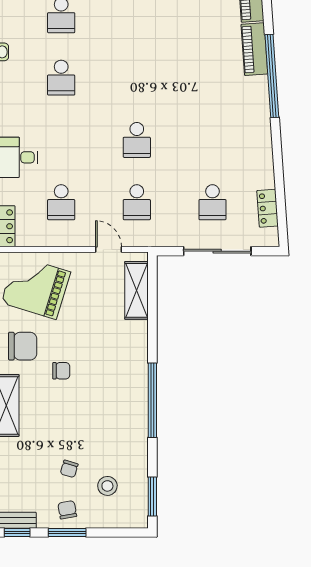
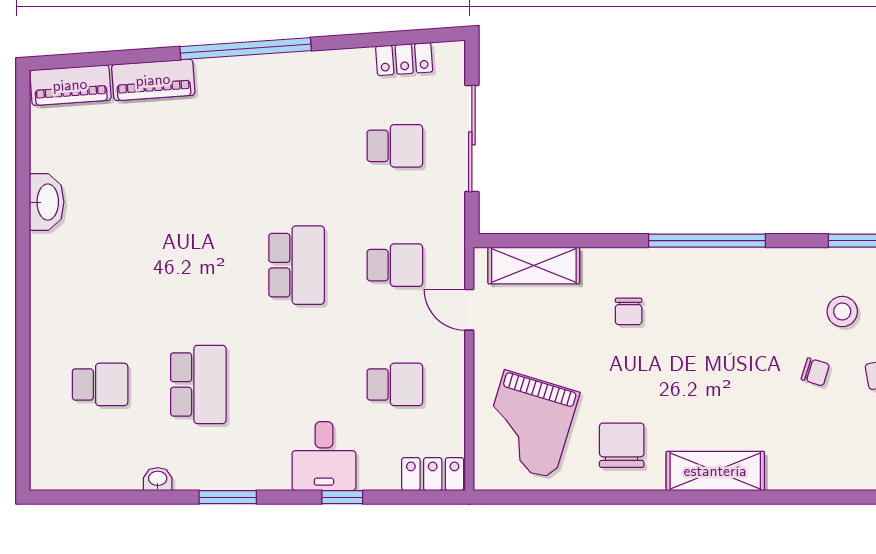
window: (272, 76) -> (246, 49), moved
school desk: (61, 78) -> (198, 384), width x1.85
school desk: (137, 140) -> (297, 265), width x1.85
door: (109, 249) -> (469, 310), hinge flipped
chair: (61, 371) -> (629, 311), moved, turned 180

